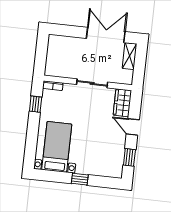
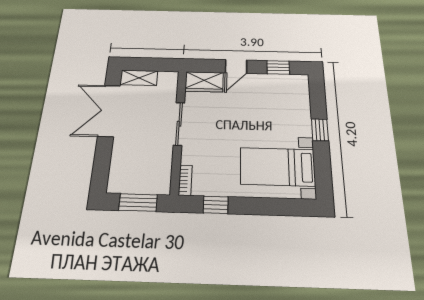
window: (41, 55) -> (138, 203), added

